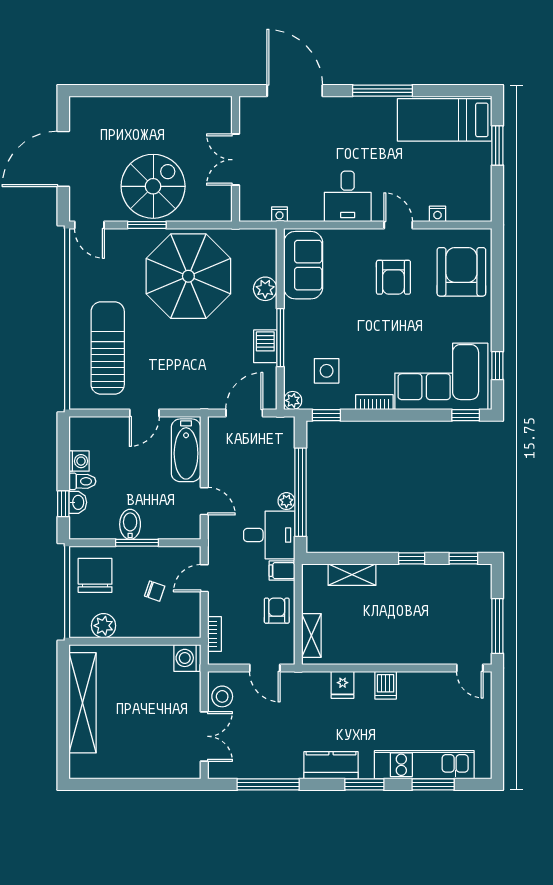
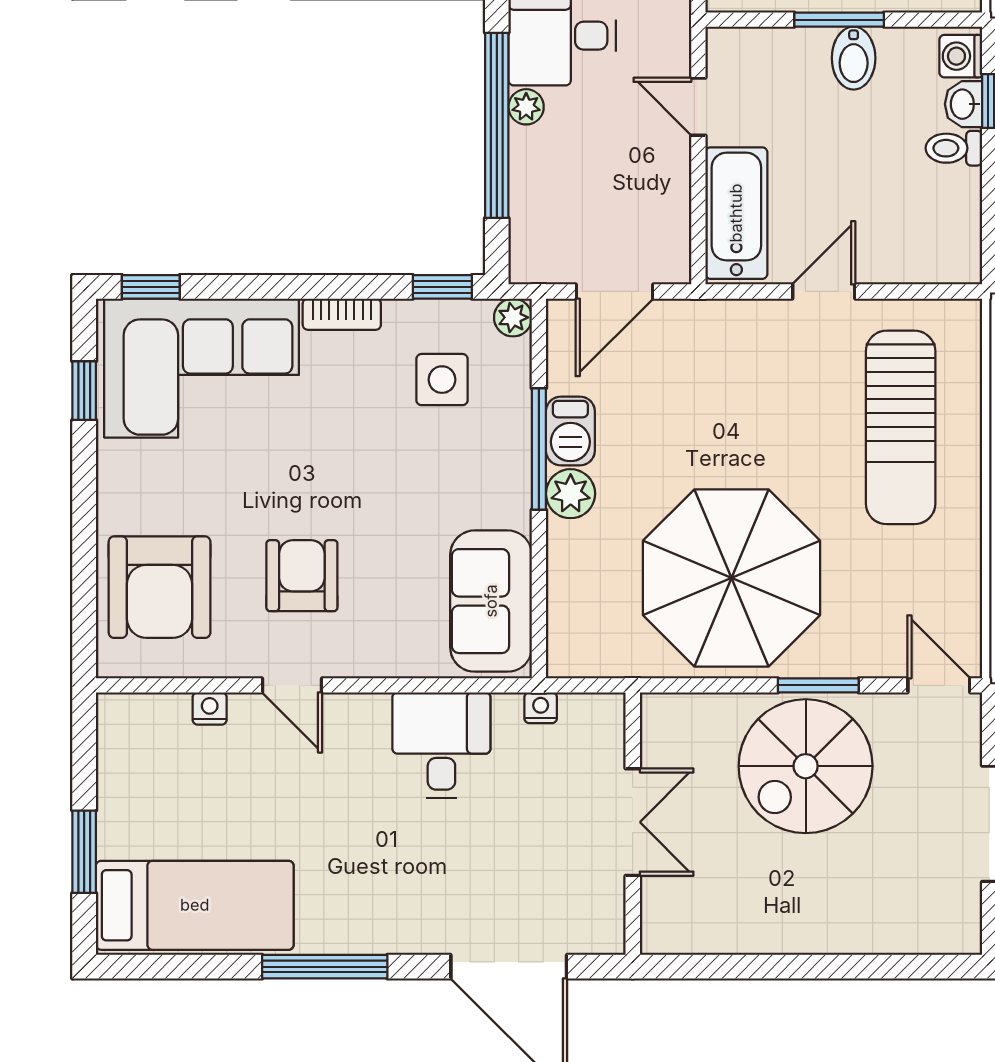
desk: (348, 196) -> (441, 745), moved
plant: (265, 289) -> (571, 494), moved
washing machine: (79, 461) -> (961, 56), moved

